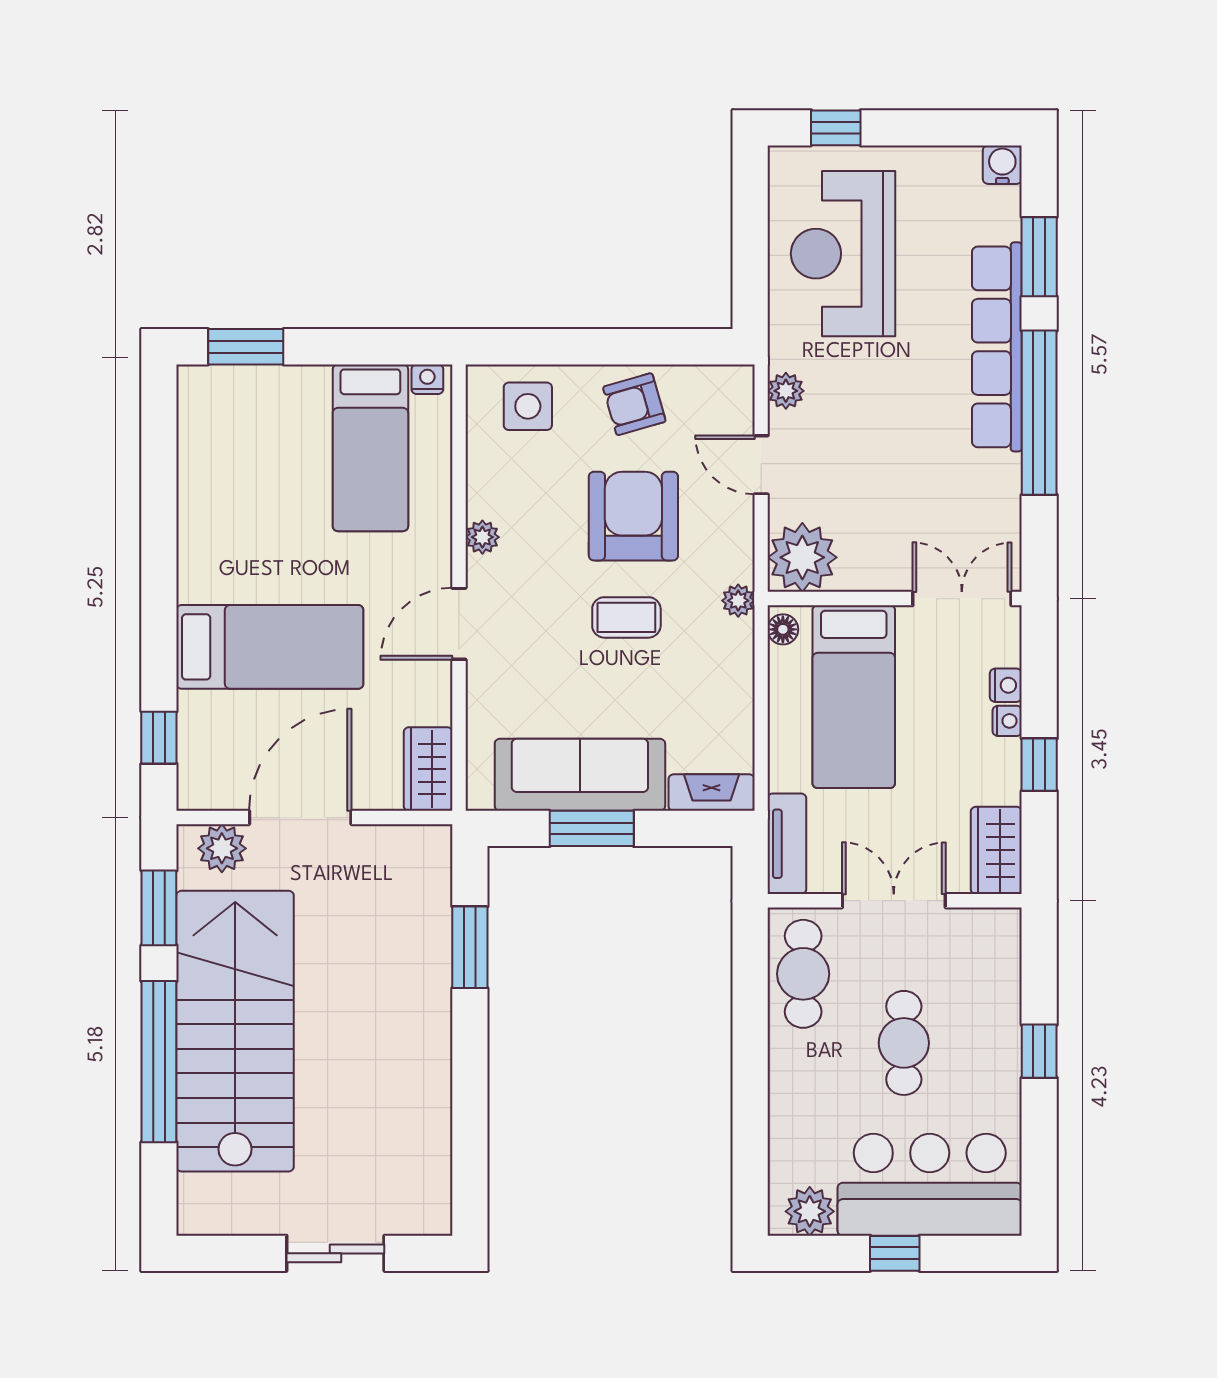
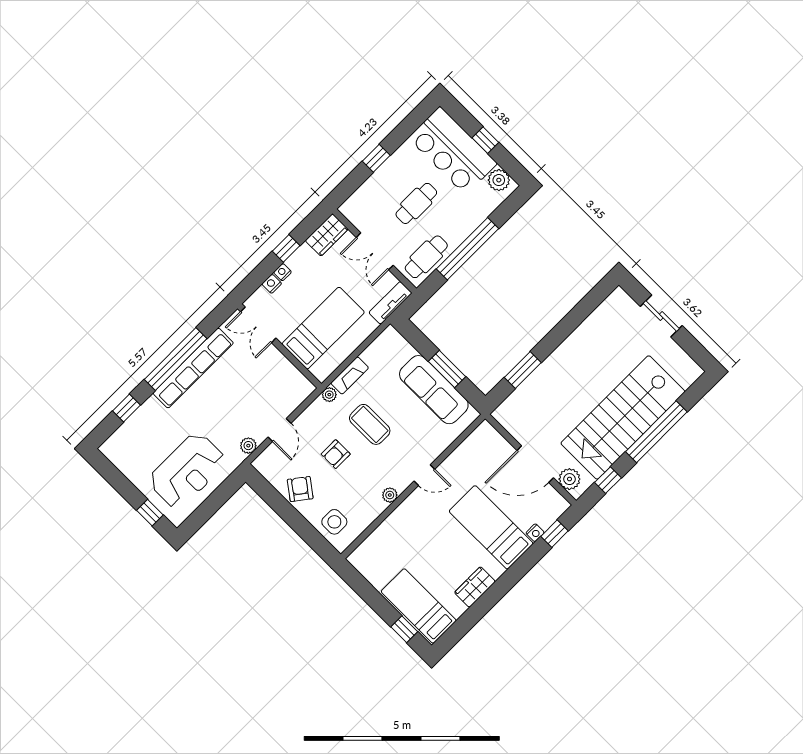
water cooler: (1002, 165) -> (109, 449), removed
window: (1039, 257) -> (127, 408), width x0.67
window: (246, 347) -> (404, 629), width x0.67
row of seats: (997, 347) -> (193, 368), moved
nightstand: (427, 379) -> (535, 533), moved, turned -90
armchair: (634, 404) -> (300, 489), turned -127
bed: (370, 448) -> (419, 606), moved, turned -90
armchair: (633, 516) -> (336, 454), width x0.53, depth x0.53
plant: (802, 557) -> (296, 388), removed
coffee table: (626, 617) -> (370, 424), width x1.36, depth x1.30
door: (459, 624) -> (424, 475), width x0.73
floor lamp: (783, 629) -> (324, 371), removed
wardrobe: (428, 769) -> (475, 587), moved, turned 180
fireplace: (712, 793) -> (350, 375), moved, turned -90
window: (159, 908) -> (608, 480), width x0.67
window: (750, 1052) -> (468, 249), added

